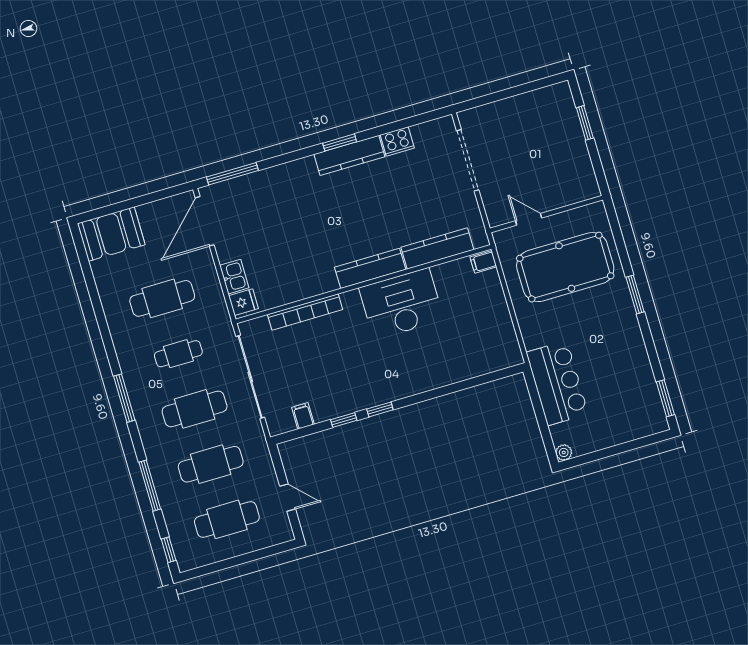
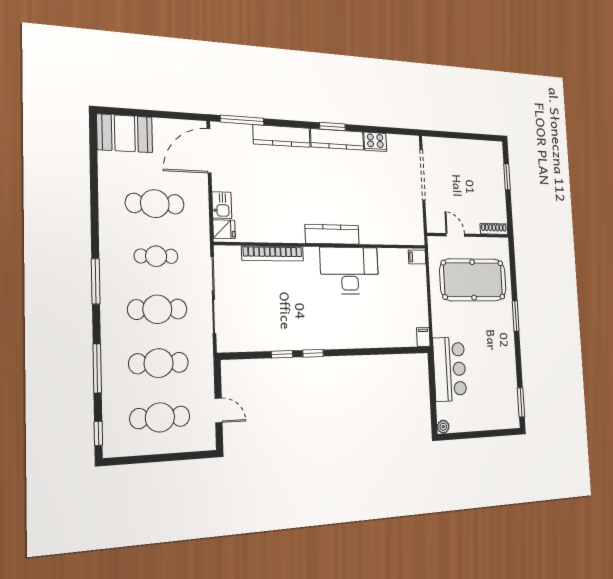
shoe rack: (581, 195) -> (494, 229), added
kitchen counter: (437, 248) -> (282, 136), moved, turned 180
filing cabinet: (303, 416) -> (423, 337), moved

